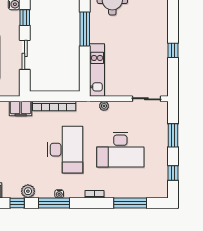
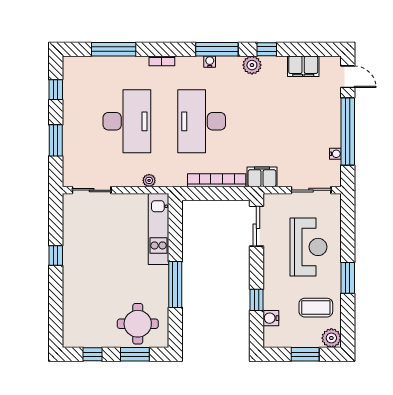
sliding door: (25, 55) -> (256, 226), moved
desk: (120, 150) -> (127, 121), turned 90

